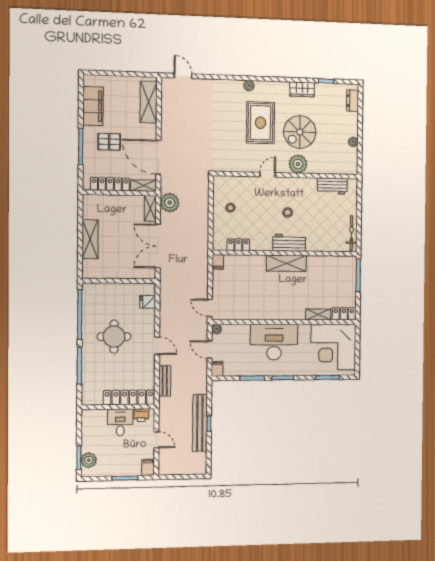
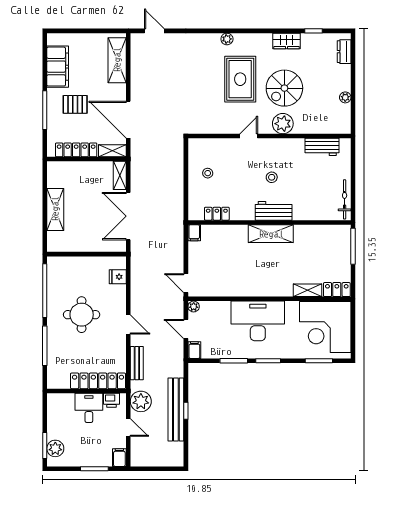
plant: (170, 203) -> (141, 401), moved

